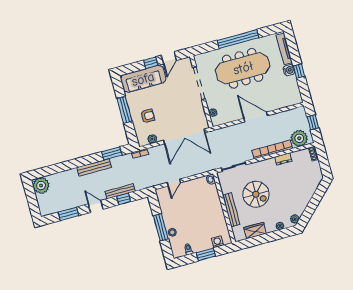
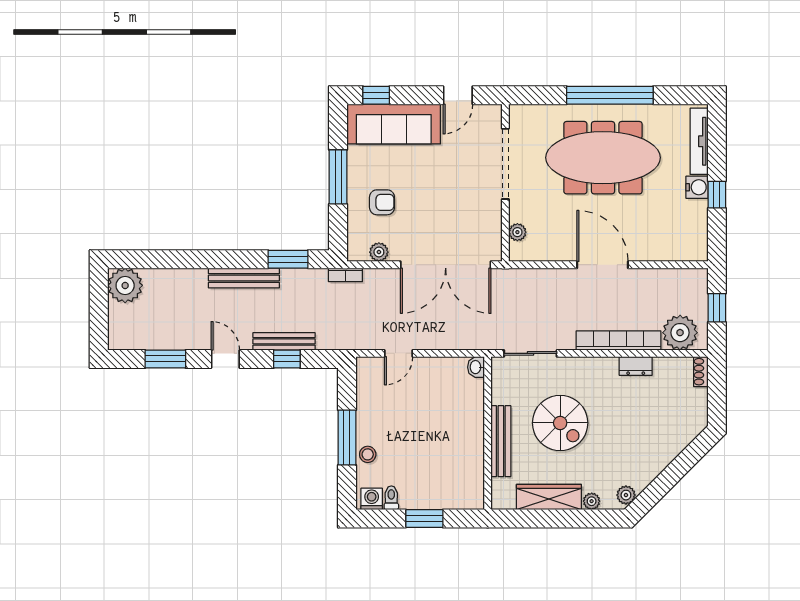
window: (151, 63) -> (376, 95), moved
wardrobe: (255, 231) -> (549, 497), width x1.50
washing machine: (217, 242) -> (372, 499), moved

